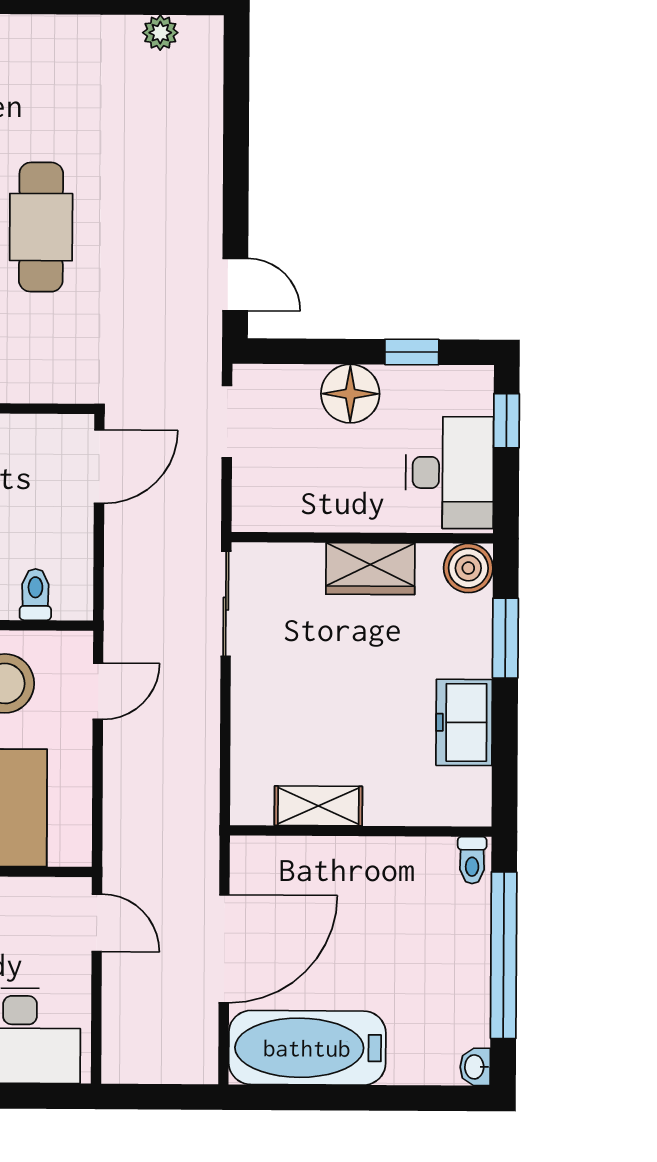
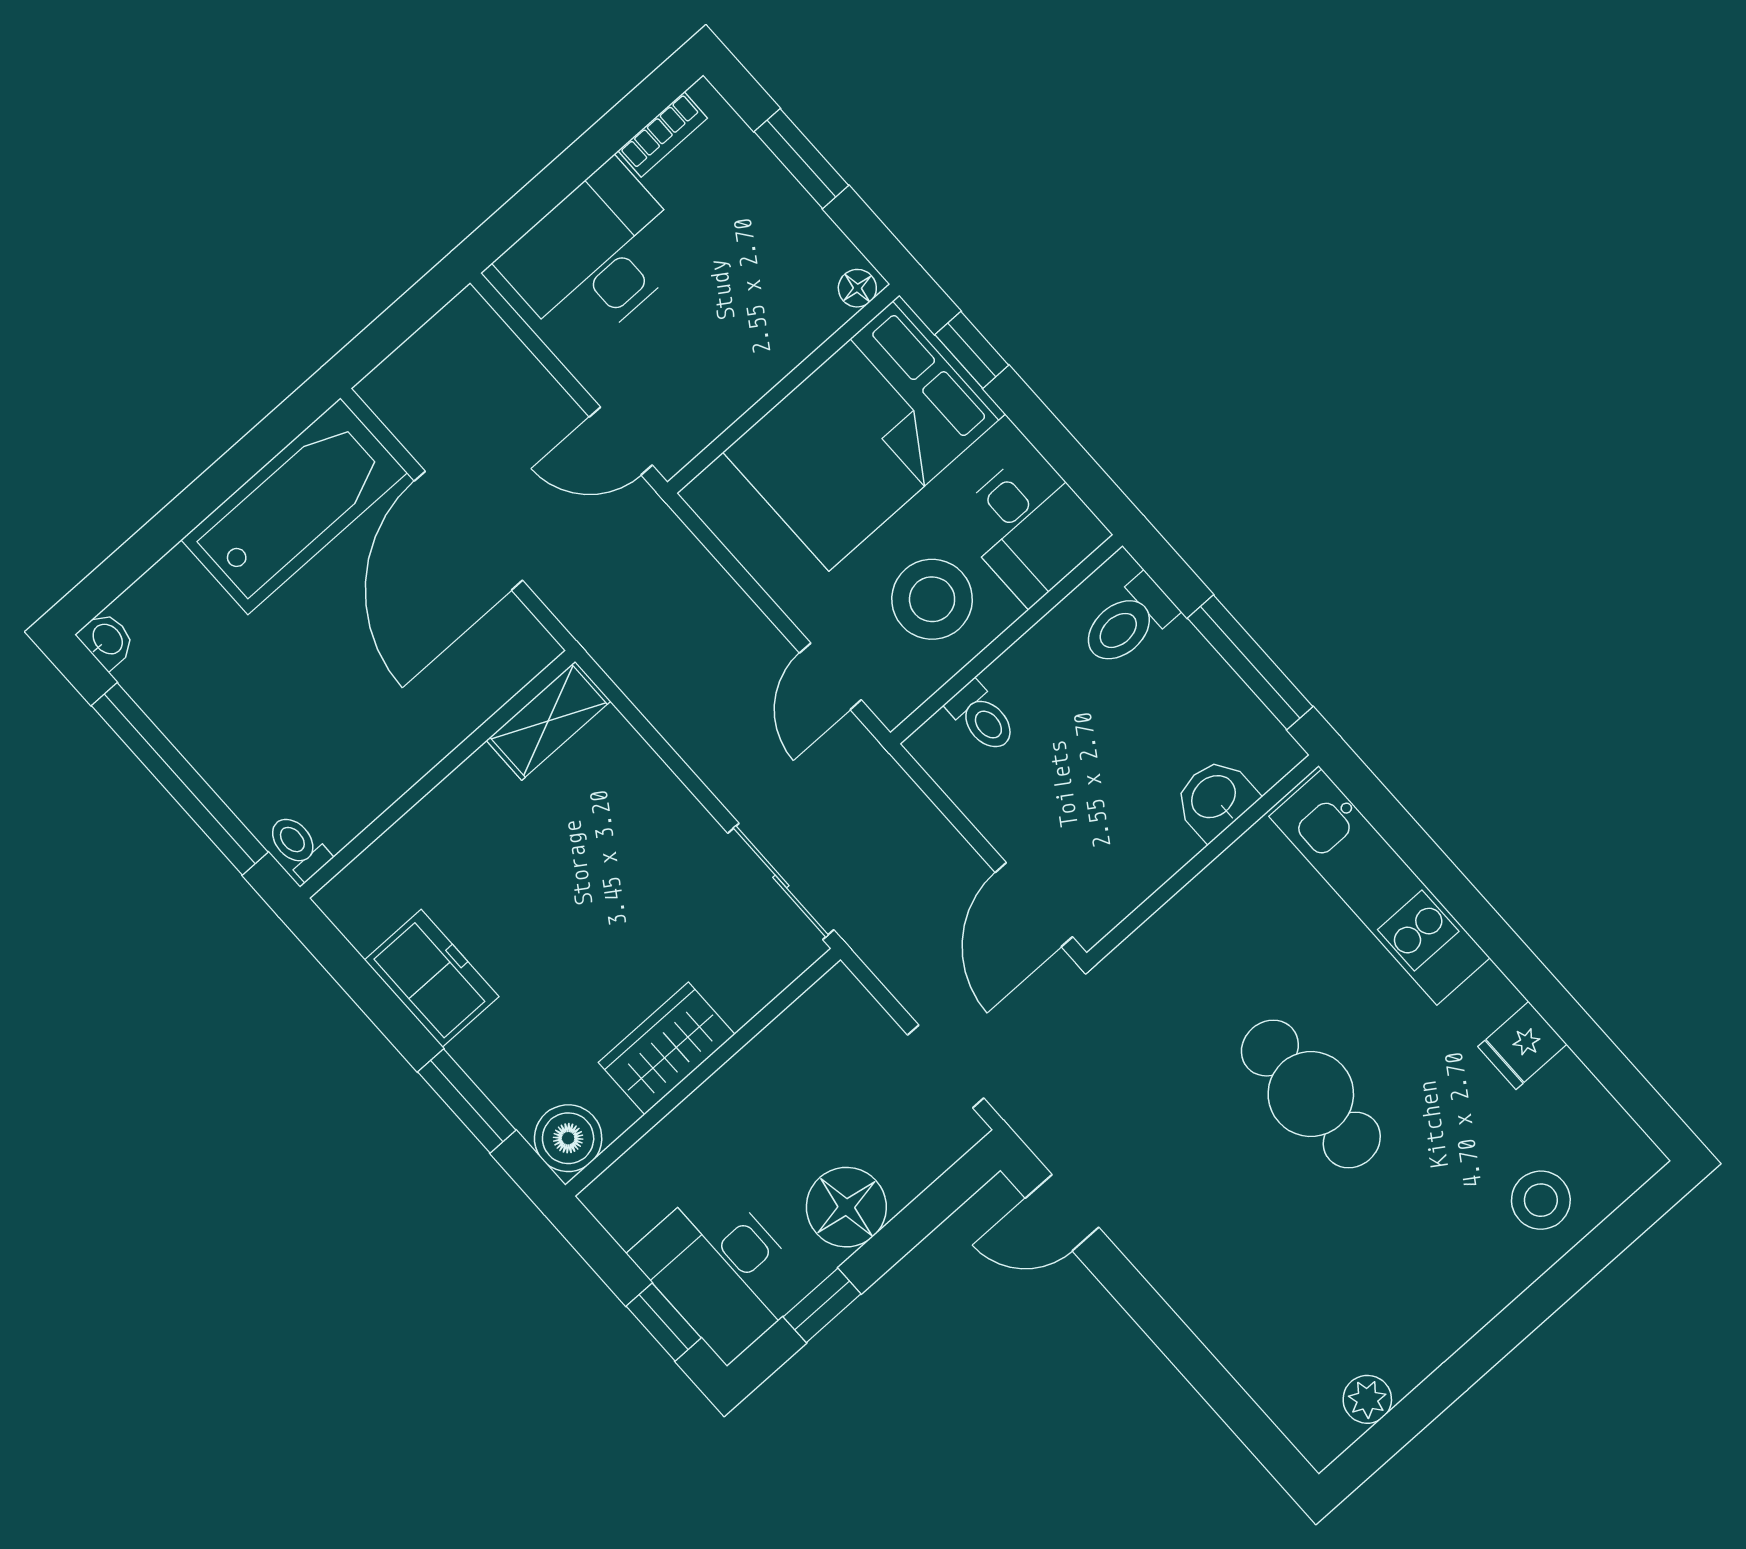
desk: (450, 473) -> (721, 1270), moved
shelving: (318, 806) -> (548, 721), moved

